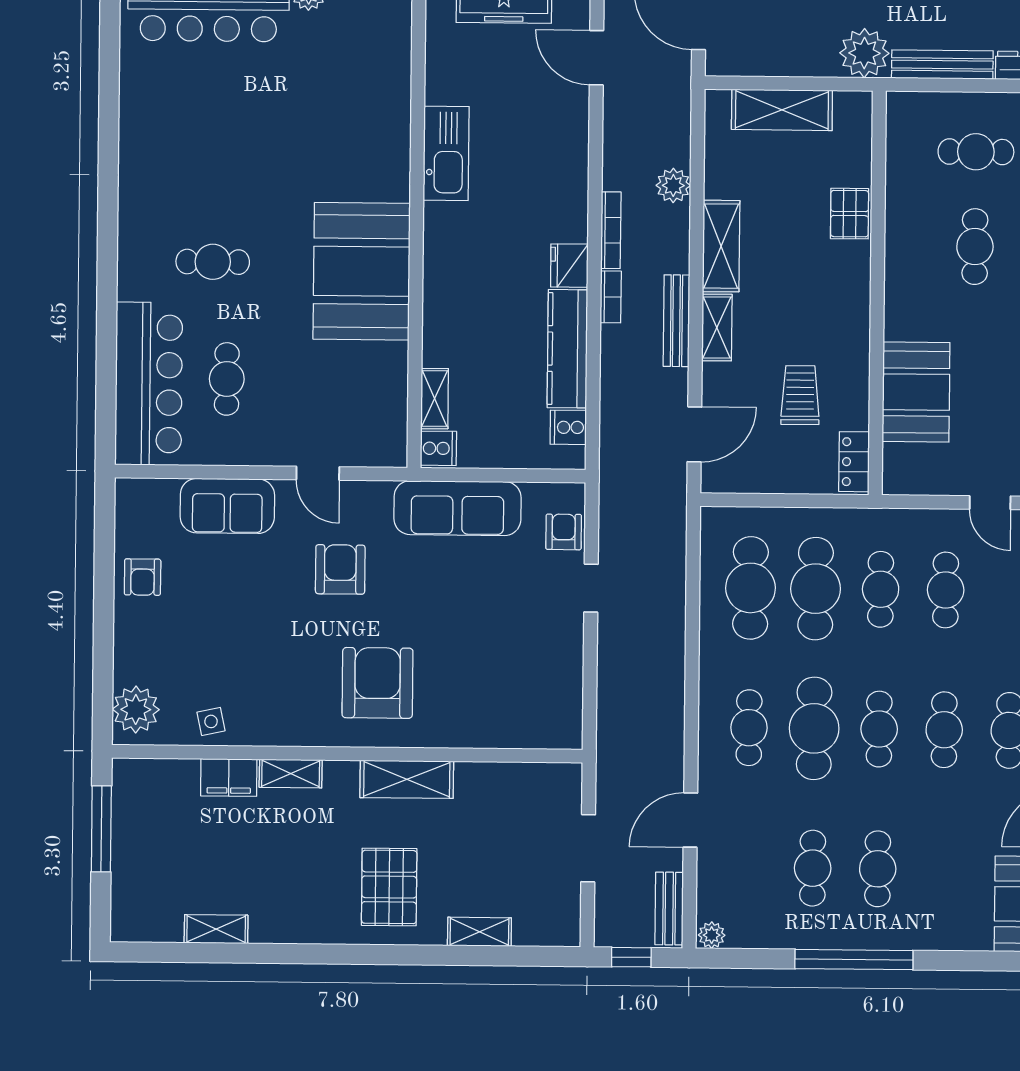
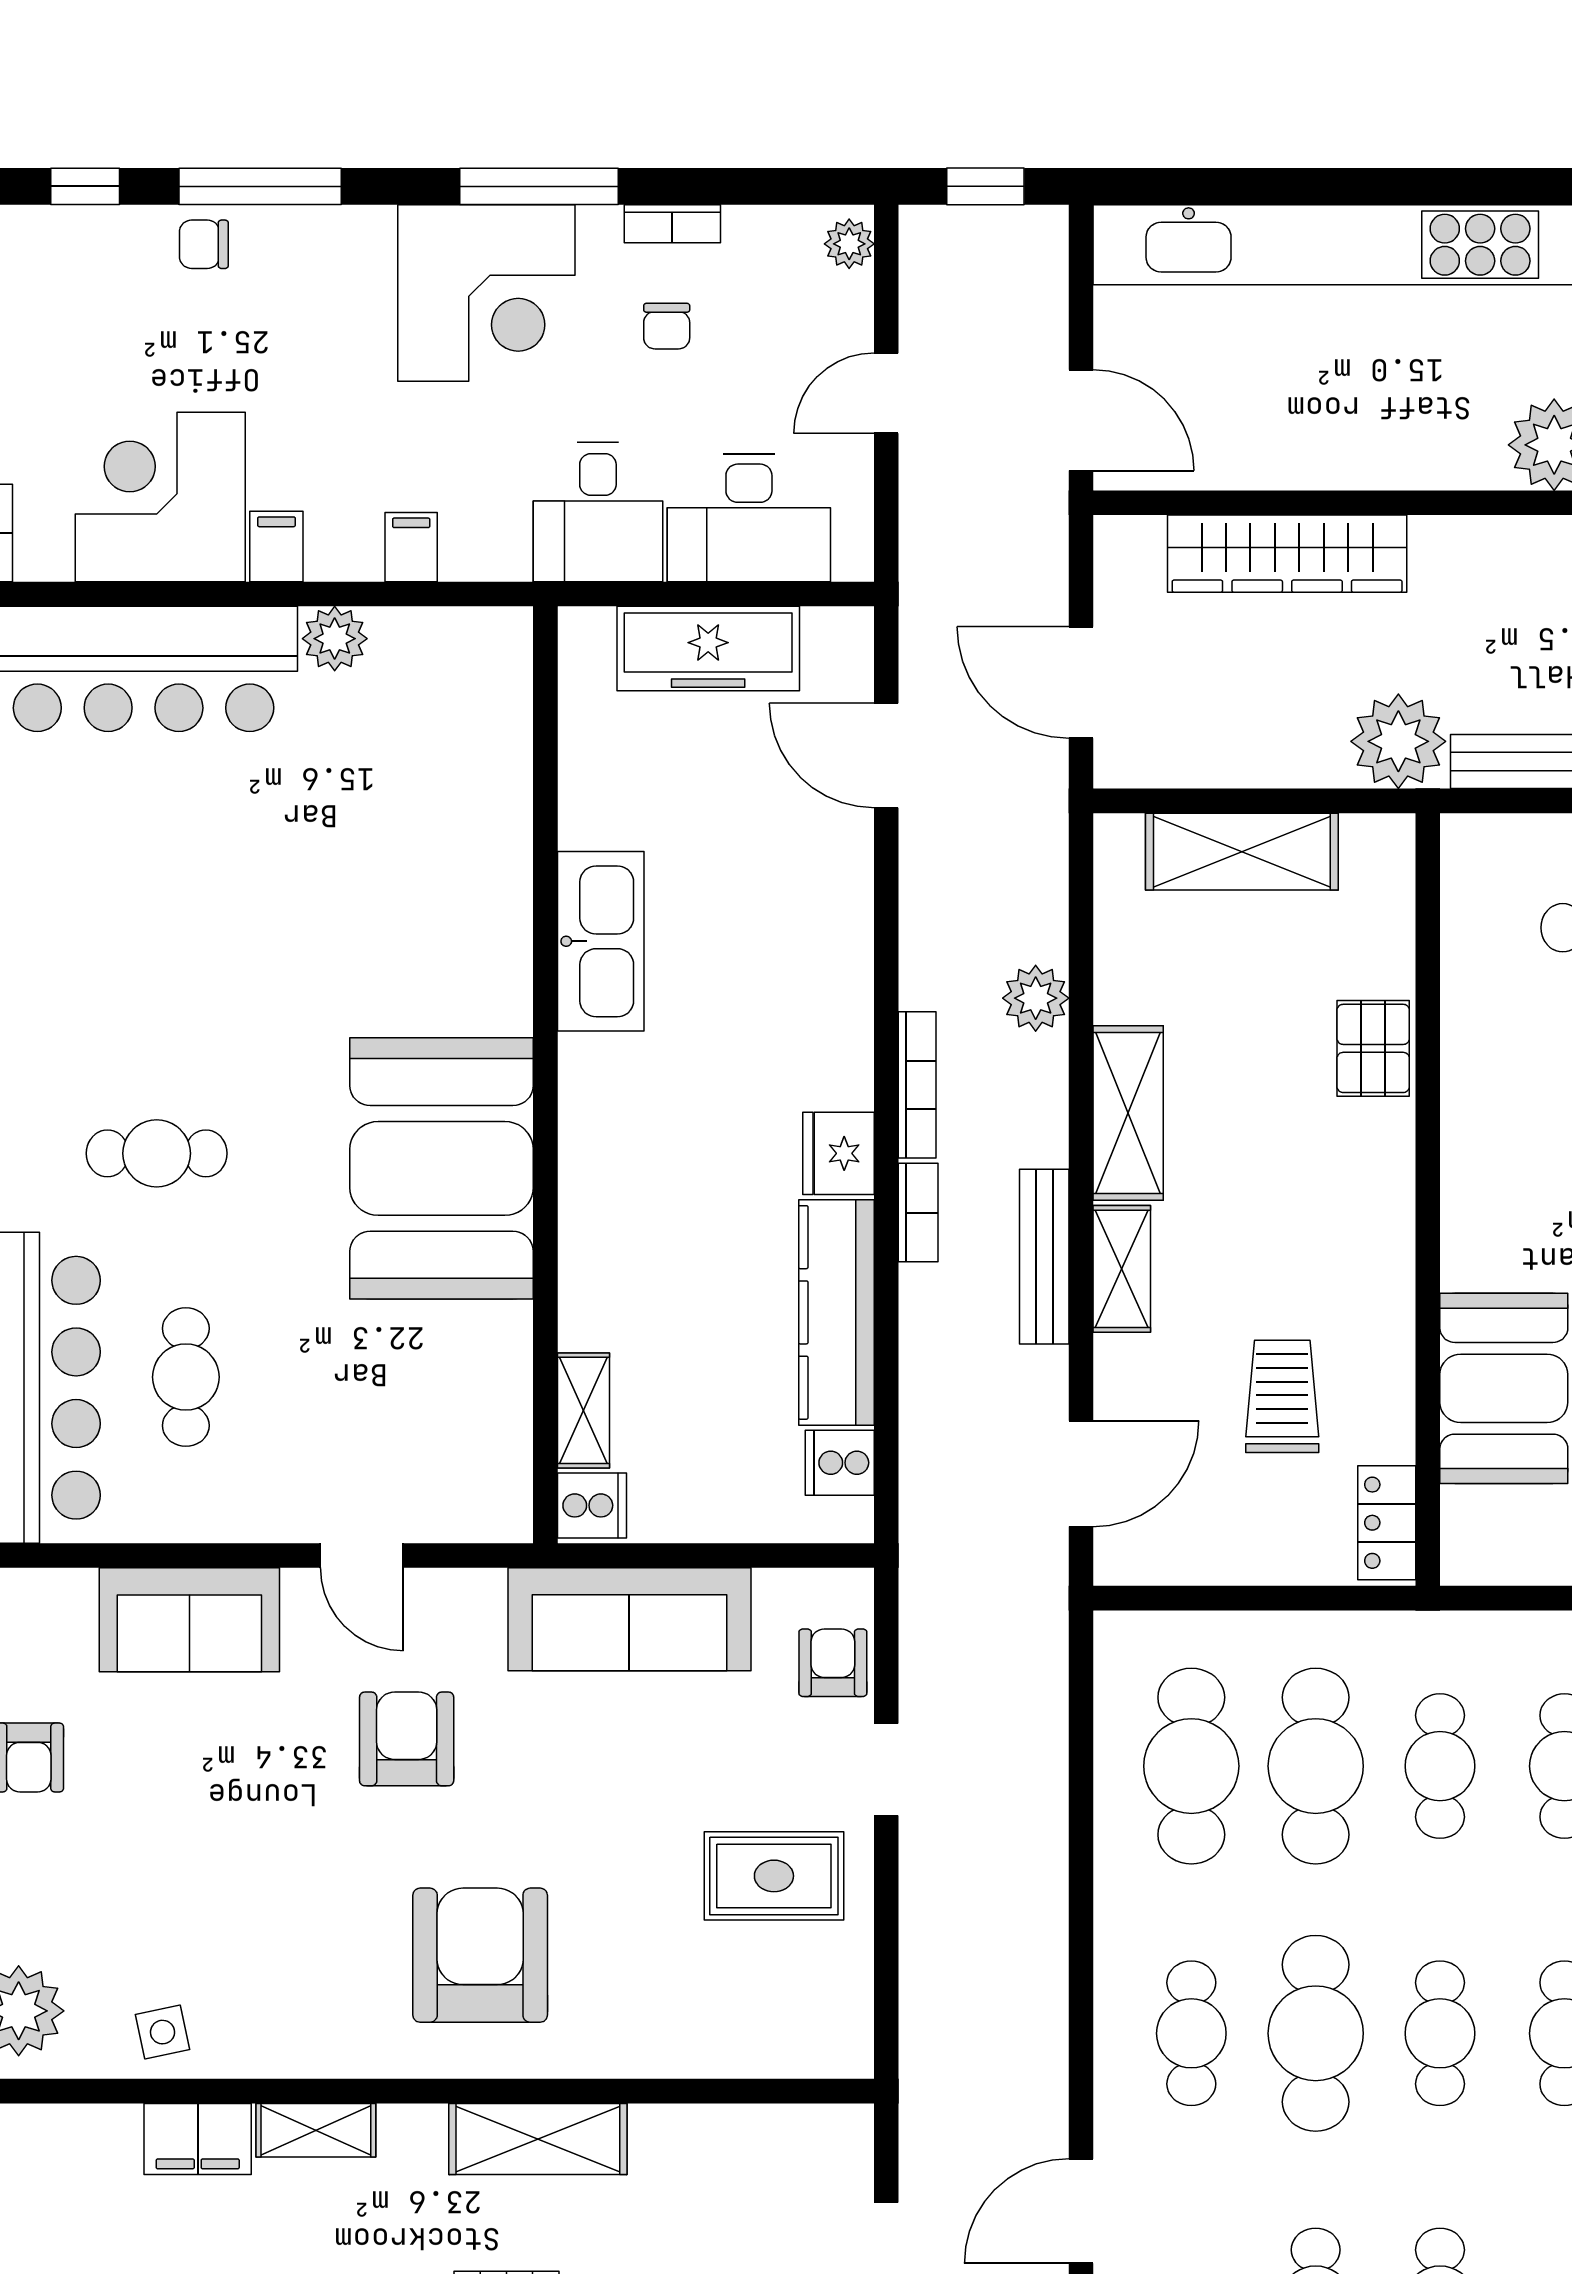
rug: (532, 643) -> (774, 1876), added

